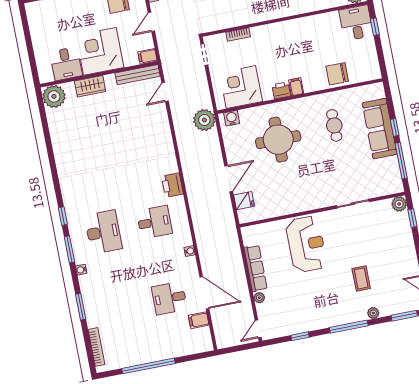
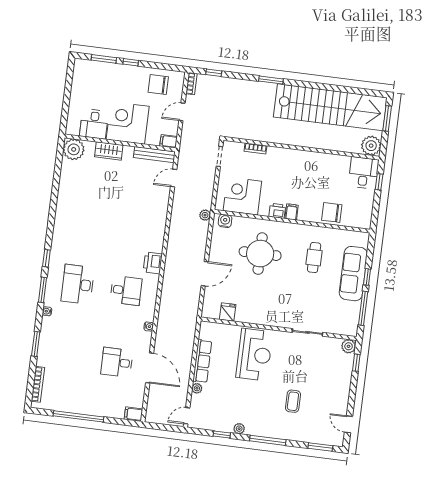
plant: (204, 120) -> (205, 215), width x0.53, depth x0.53
fridge: (244, 201) -> (228, 312), moved, turned -90
desk: (103, 232) -> (78, 284), turned 180
plant: (373, 313) -> (239, 429), moved
filing cabinet: (199, 320) -> (134, 414), moved

